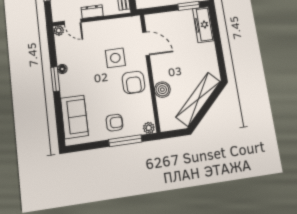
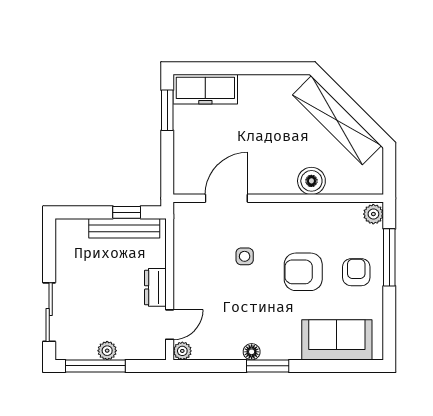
side table: (115, 58) -> (245, 256), width x0.54, depth x0.54
armchair: (133, 82) -> (303, 272), moved, turned 180

